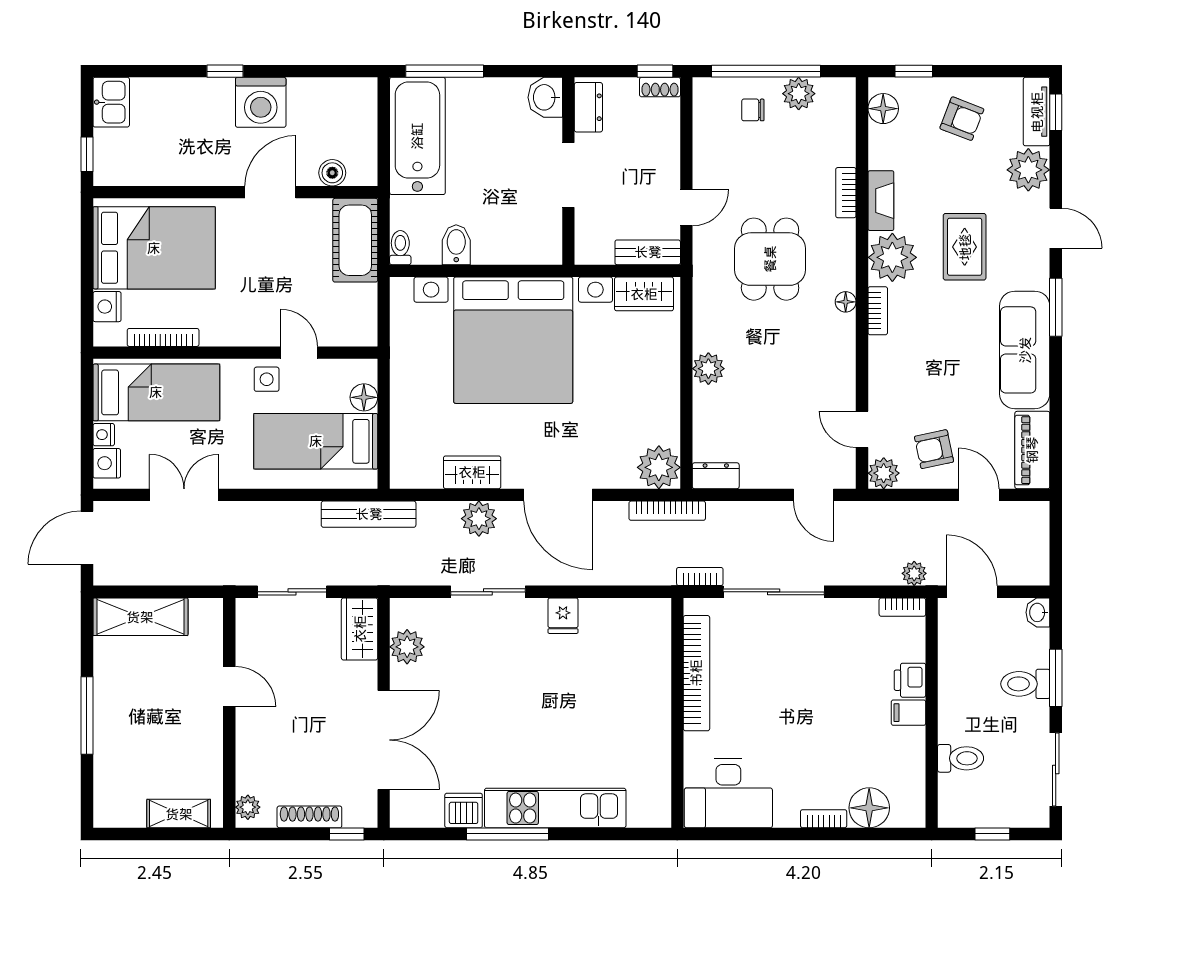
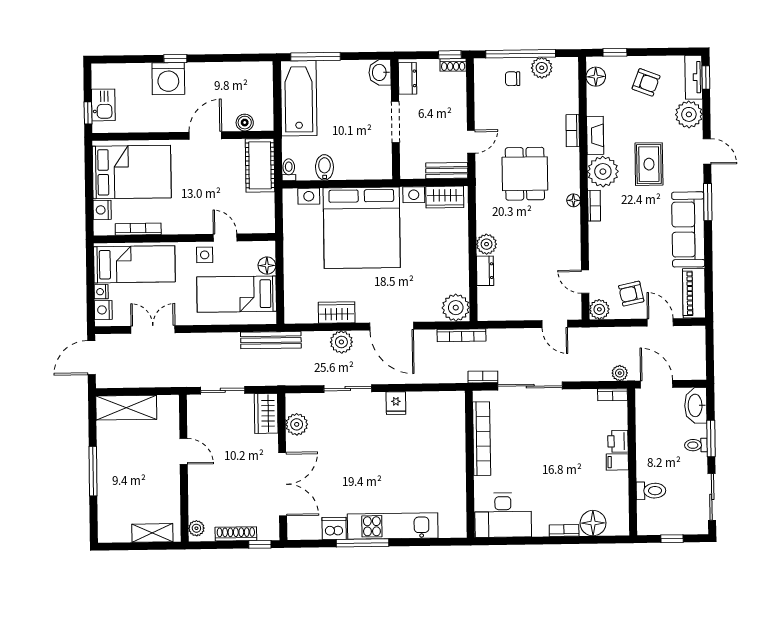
kitchen sink: (111, 102) -> (103, 105), moved
washing machine: (261, 102) -> (168, 79), moved
dresser: (716, 476) -> (485, 271), moved, turned 90
washbasin: (1038, 612) -> (696, 405), width x1.91, depth x1.45
toilet: (1025, 684) -> (696, 445), width x0.73, depth x0.72

